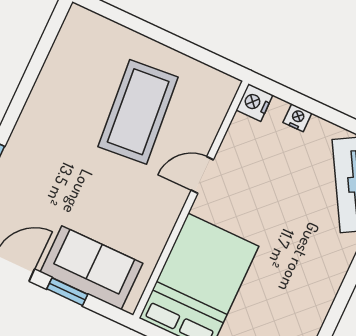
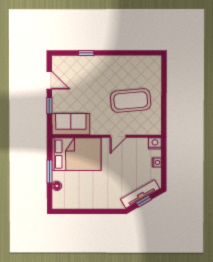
door: (202, 175) -> (118, 136), swing flipped
sofa: (91, 268) -> (71, 124), moved, turned -90

